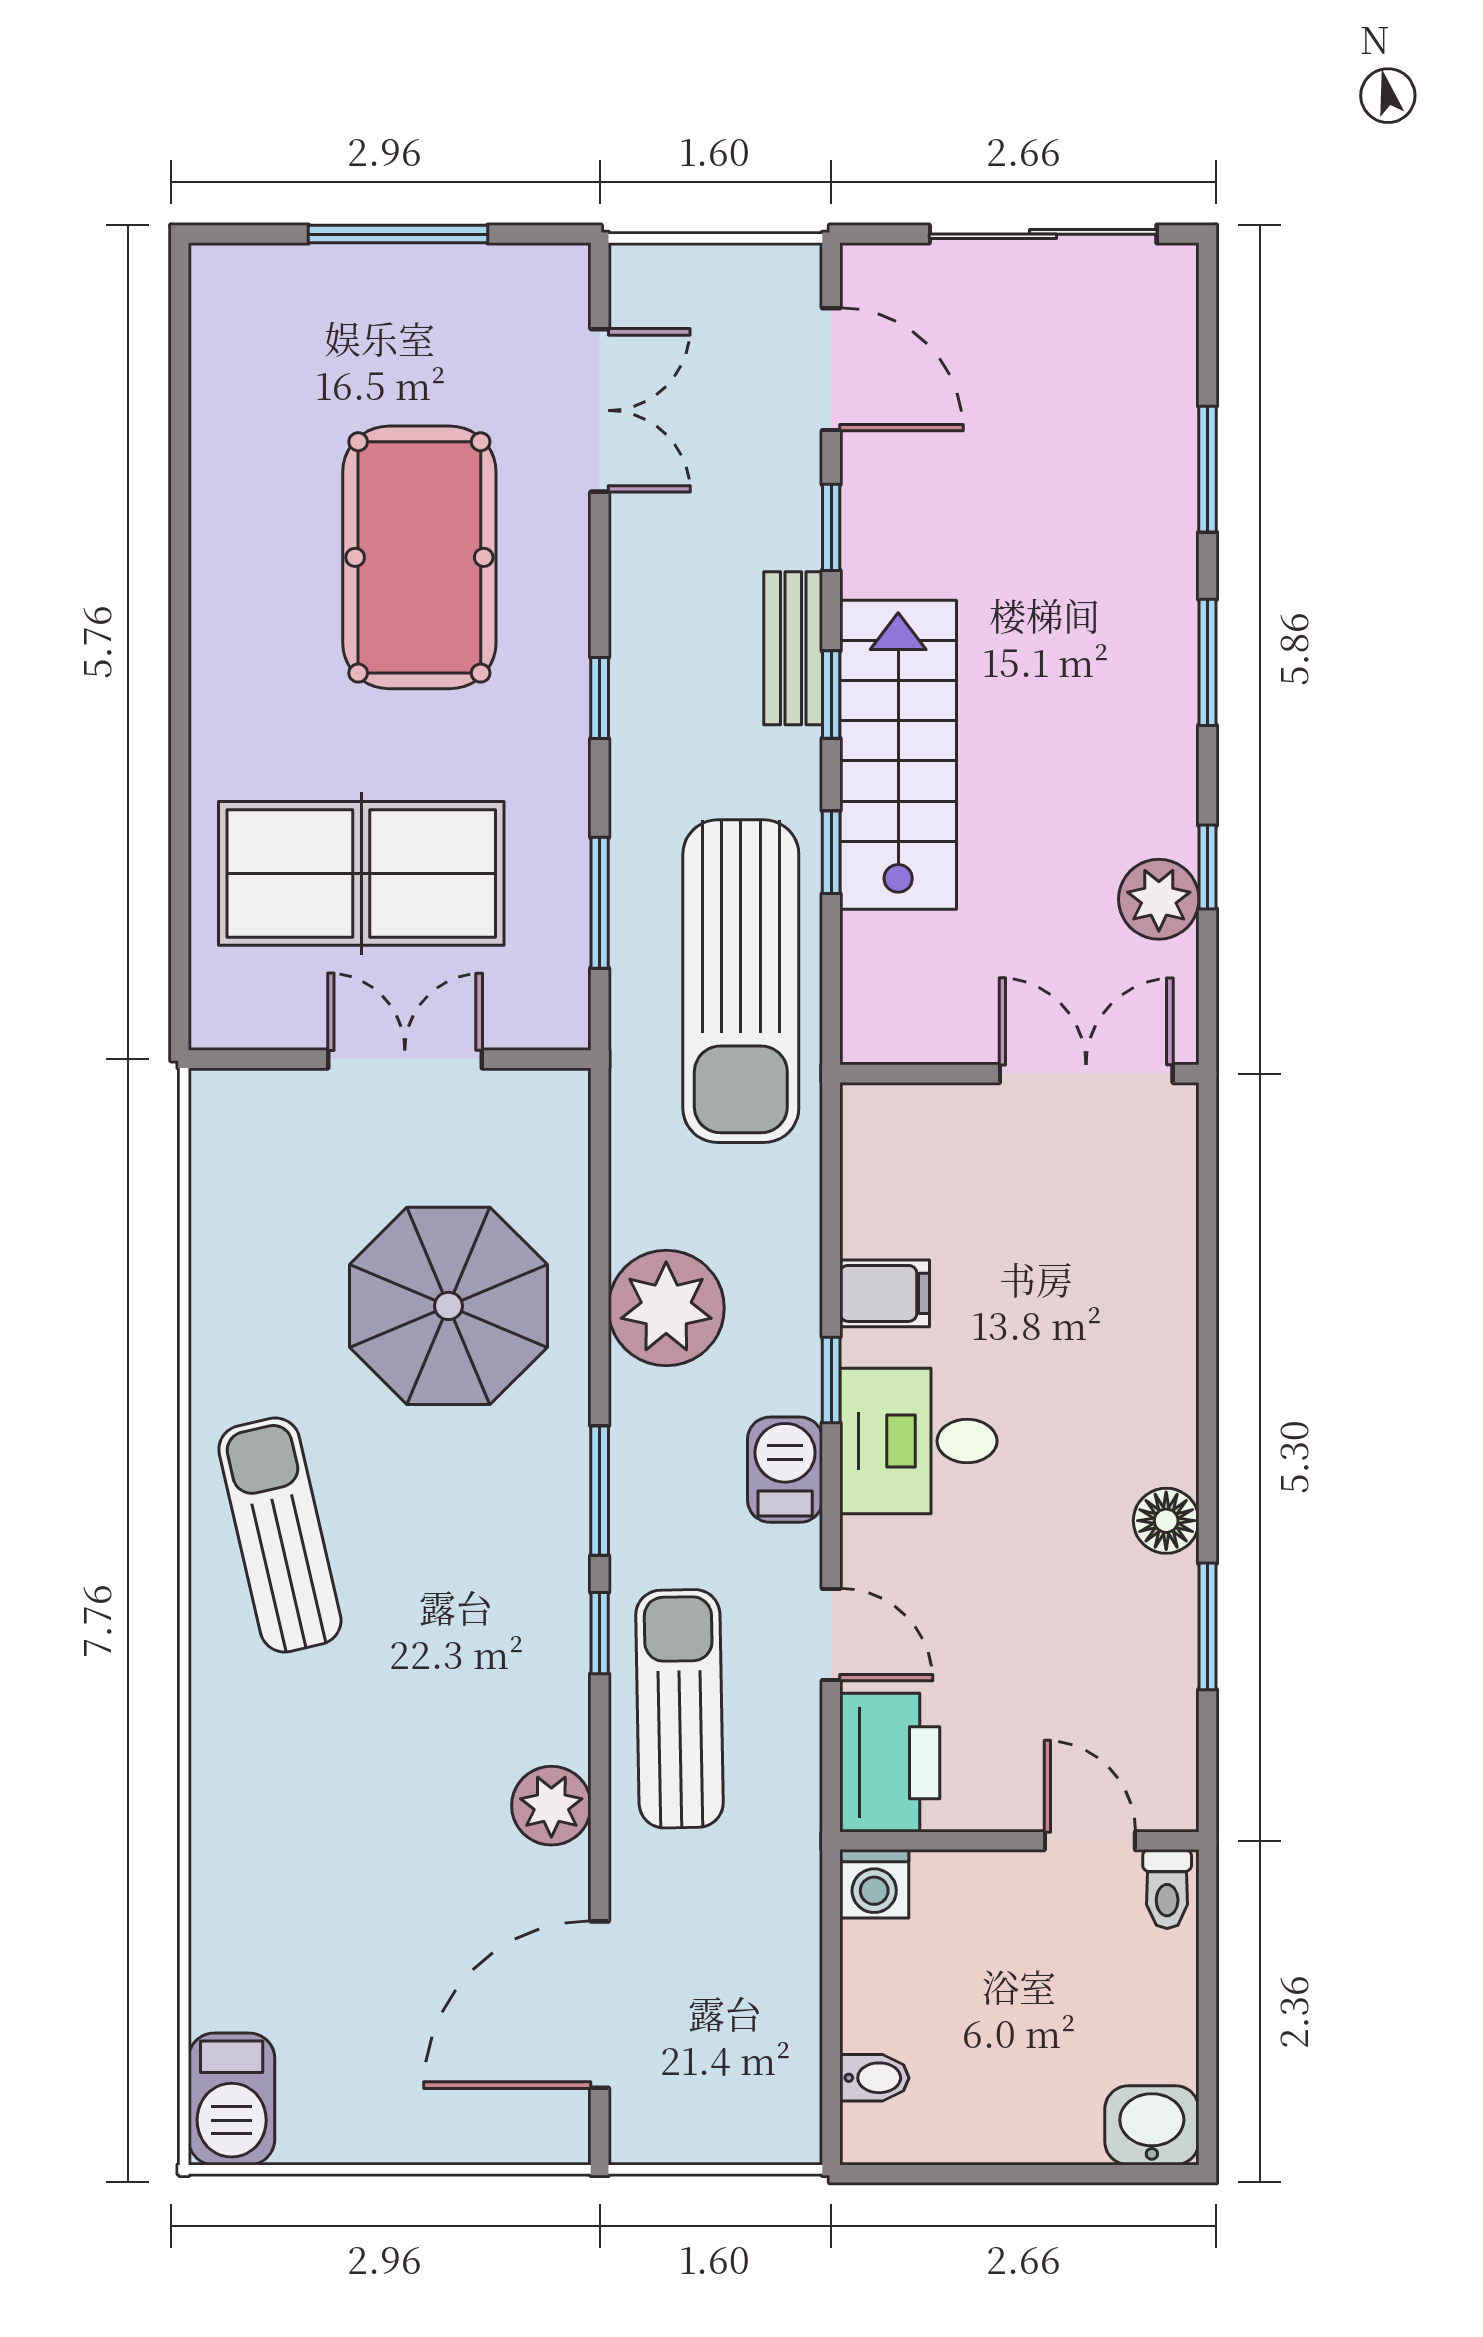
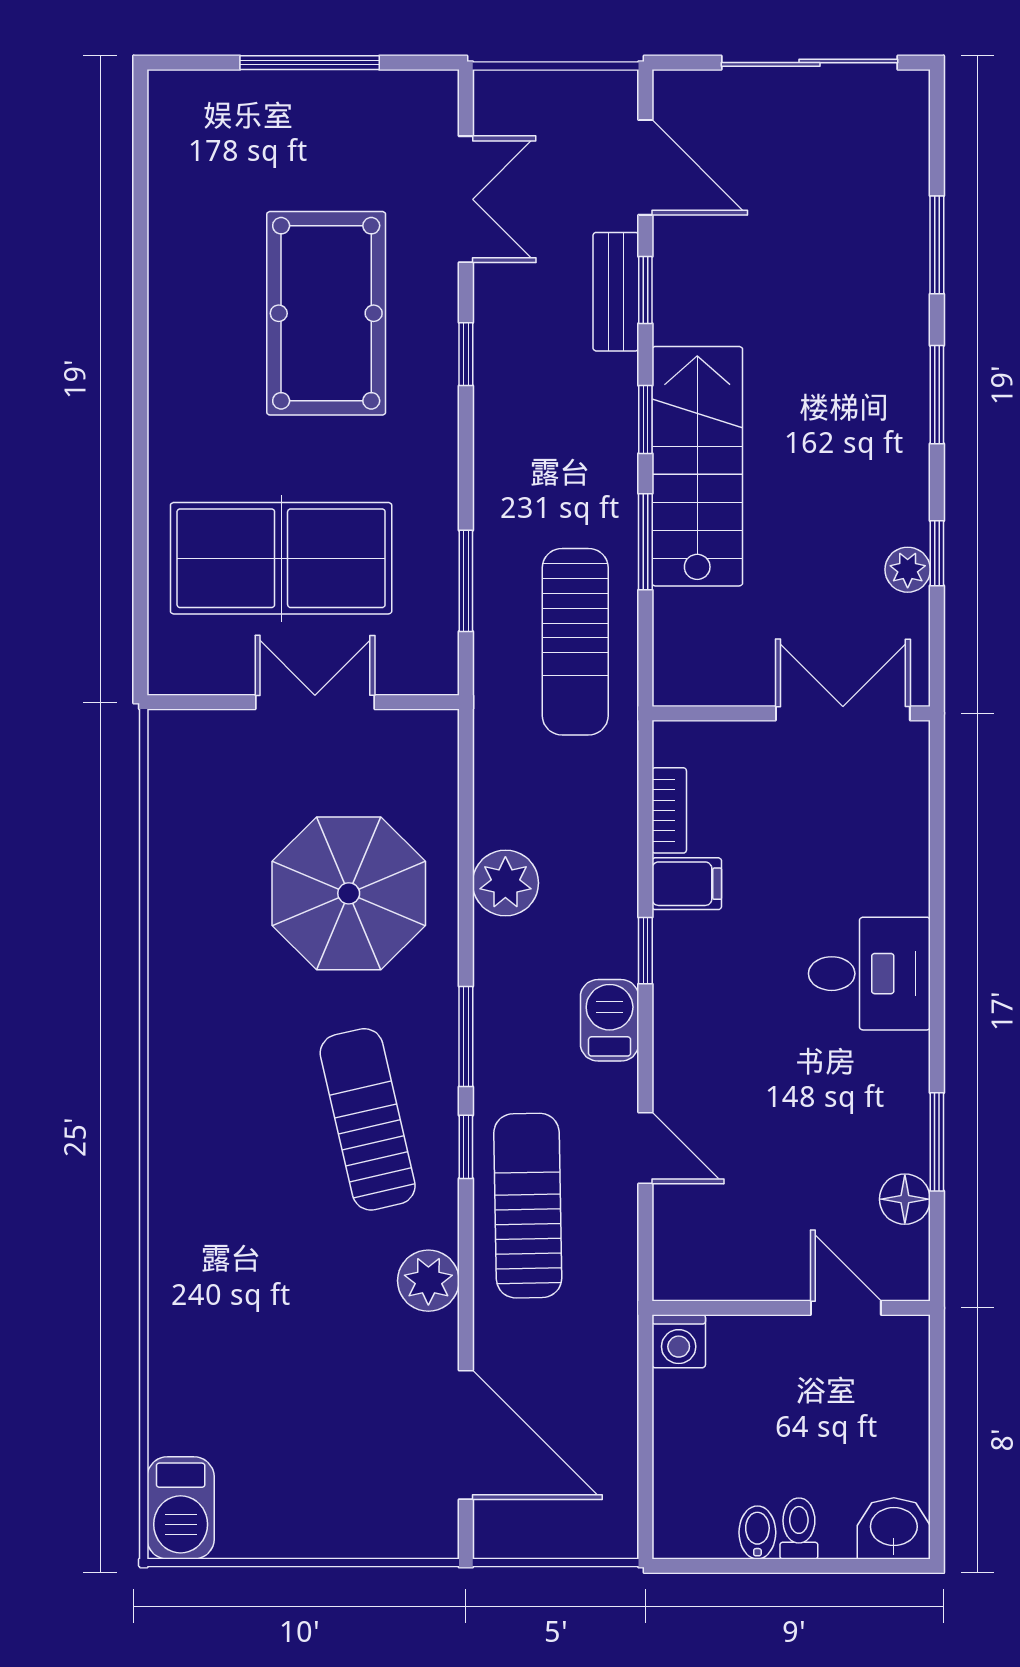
bench: (793, 648) -> (616, 292), moved
window: (600, 698) -> (466, 354), moved
window: (831, 852) -> (645, 542), width x1.50
plant: (1159, 899) -> (908, 570), width x0.73, depth x0.73
sun lounger: (741, 981) -> (575, 642), width x0.73, depth x0.75
bookcase: (862, 1199) -> (669, 810), added
plant: (666, 1308) -> (505, 883), width x0.73, depth x0.73
desk: (918, 1441) -> (869, 974), moved, turned 180
floor lamp: (1166, 1521) -> (905, 1199), moved
sun lounger: (280, 1535) -> (368, 1119), moved
printer: (890, 1763) -> (691, 1247), removed
toilet: (1167, 1889) -> (799, 1529), moved, turned 180
door: (600, 2005) -> (466, 1435), swing flipped
bidet: (874, 2078) -> (757, 1532), moved, turned -90

